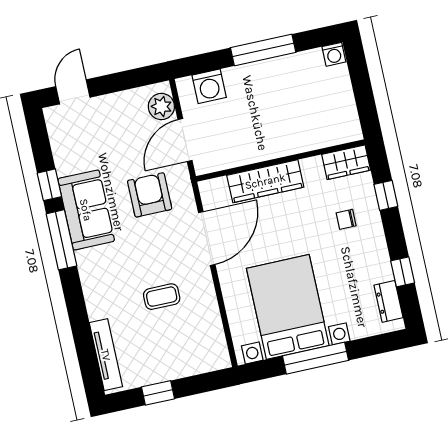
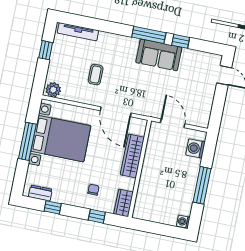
plant: (161, 107) -> (53, 90), moved
armchair: (150, 195) -> (152, 92), removed

